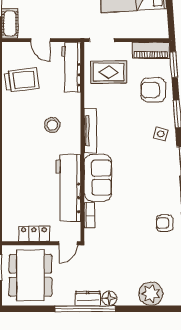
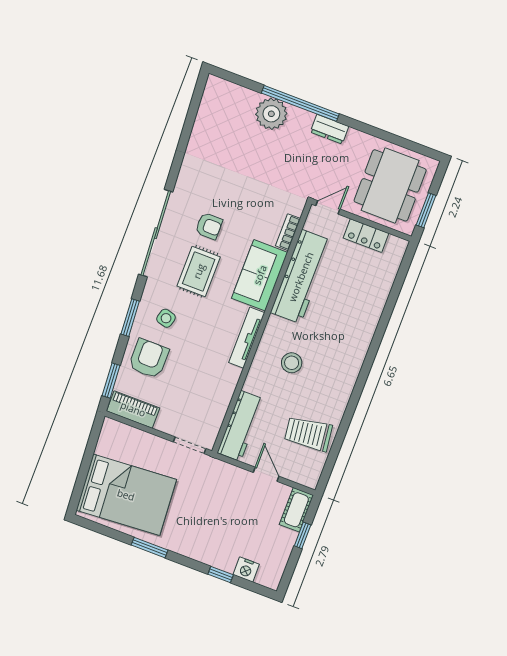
rug: (109, 72) -> (199, 271), moved, turned 90
armchair: (153, 90) -> (149, 359), turned -90
side table: (161, 134) -> (166, 318), moved
armchair: (165, 223) -> (209, 226), moved
plant: (151, 294) -> (271, 114), moved
floor lamp: (109, 298) -> (303, 119), removed
window: (85, 309) -> (300, 103), moved

